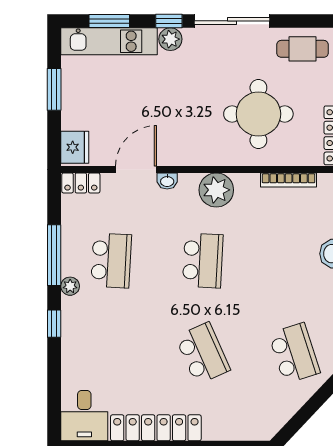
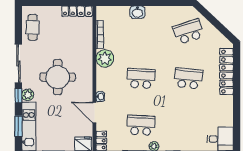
round table: (258, 114) -> (58, 77), moved
plant: (216, 190) -> (105, 58), moved
school desk: (203, 353) -> (188, 78), turned 30
locker: (156, 428) -> (226, 72), moved

